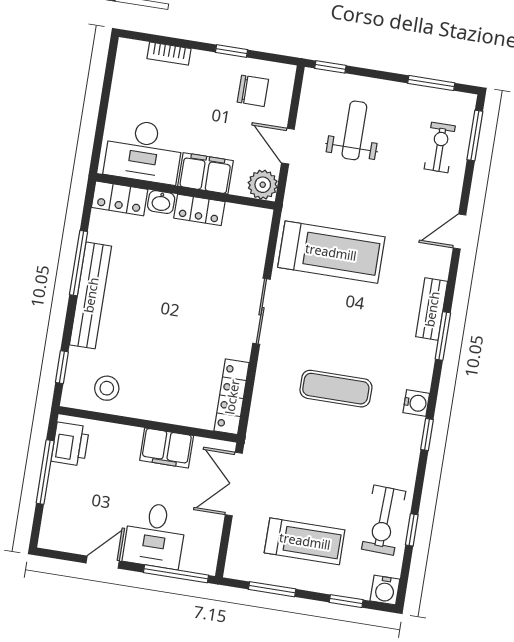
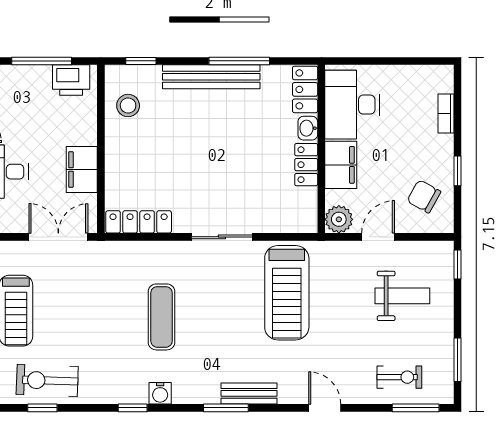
chair: (253, 91) -> (424, 196), turned 119

